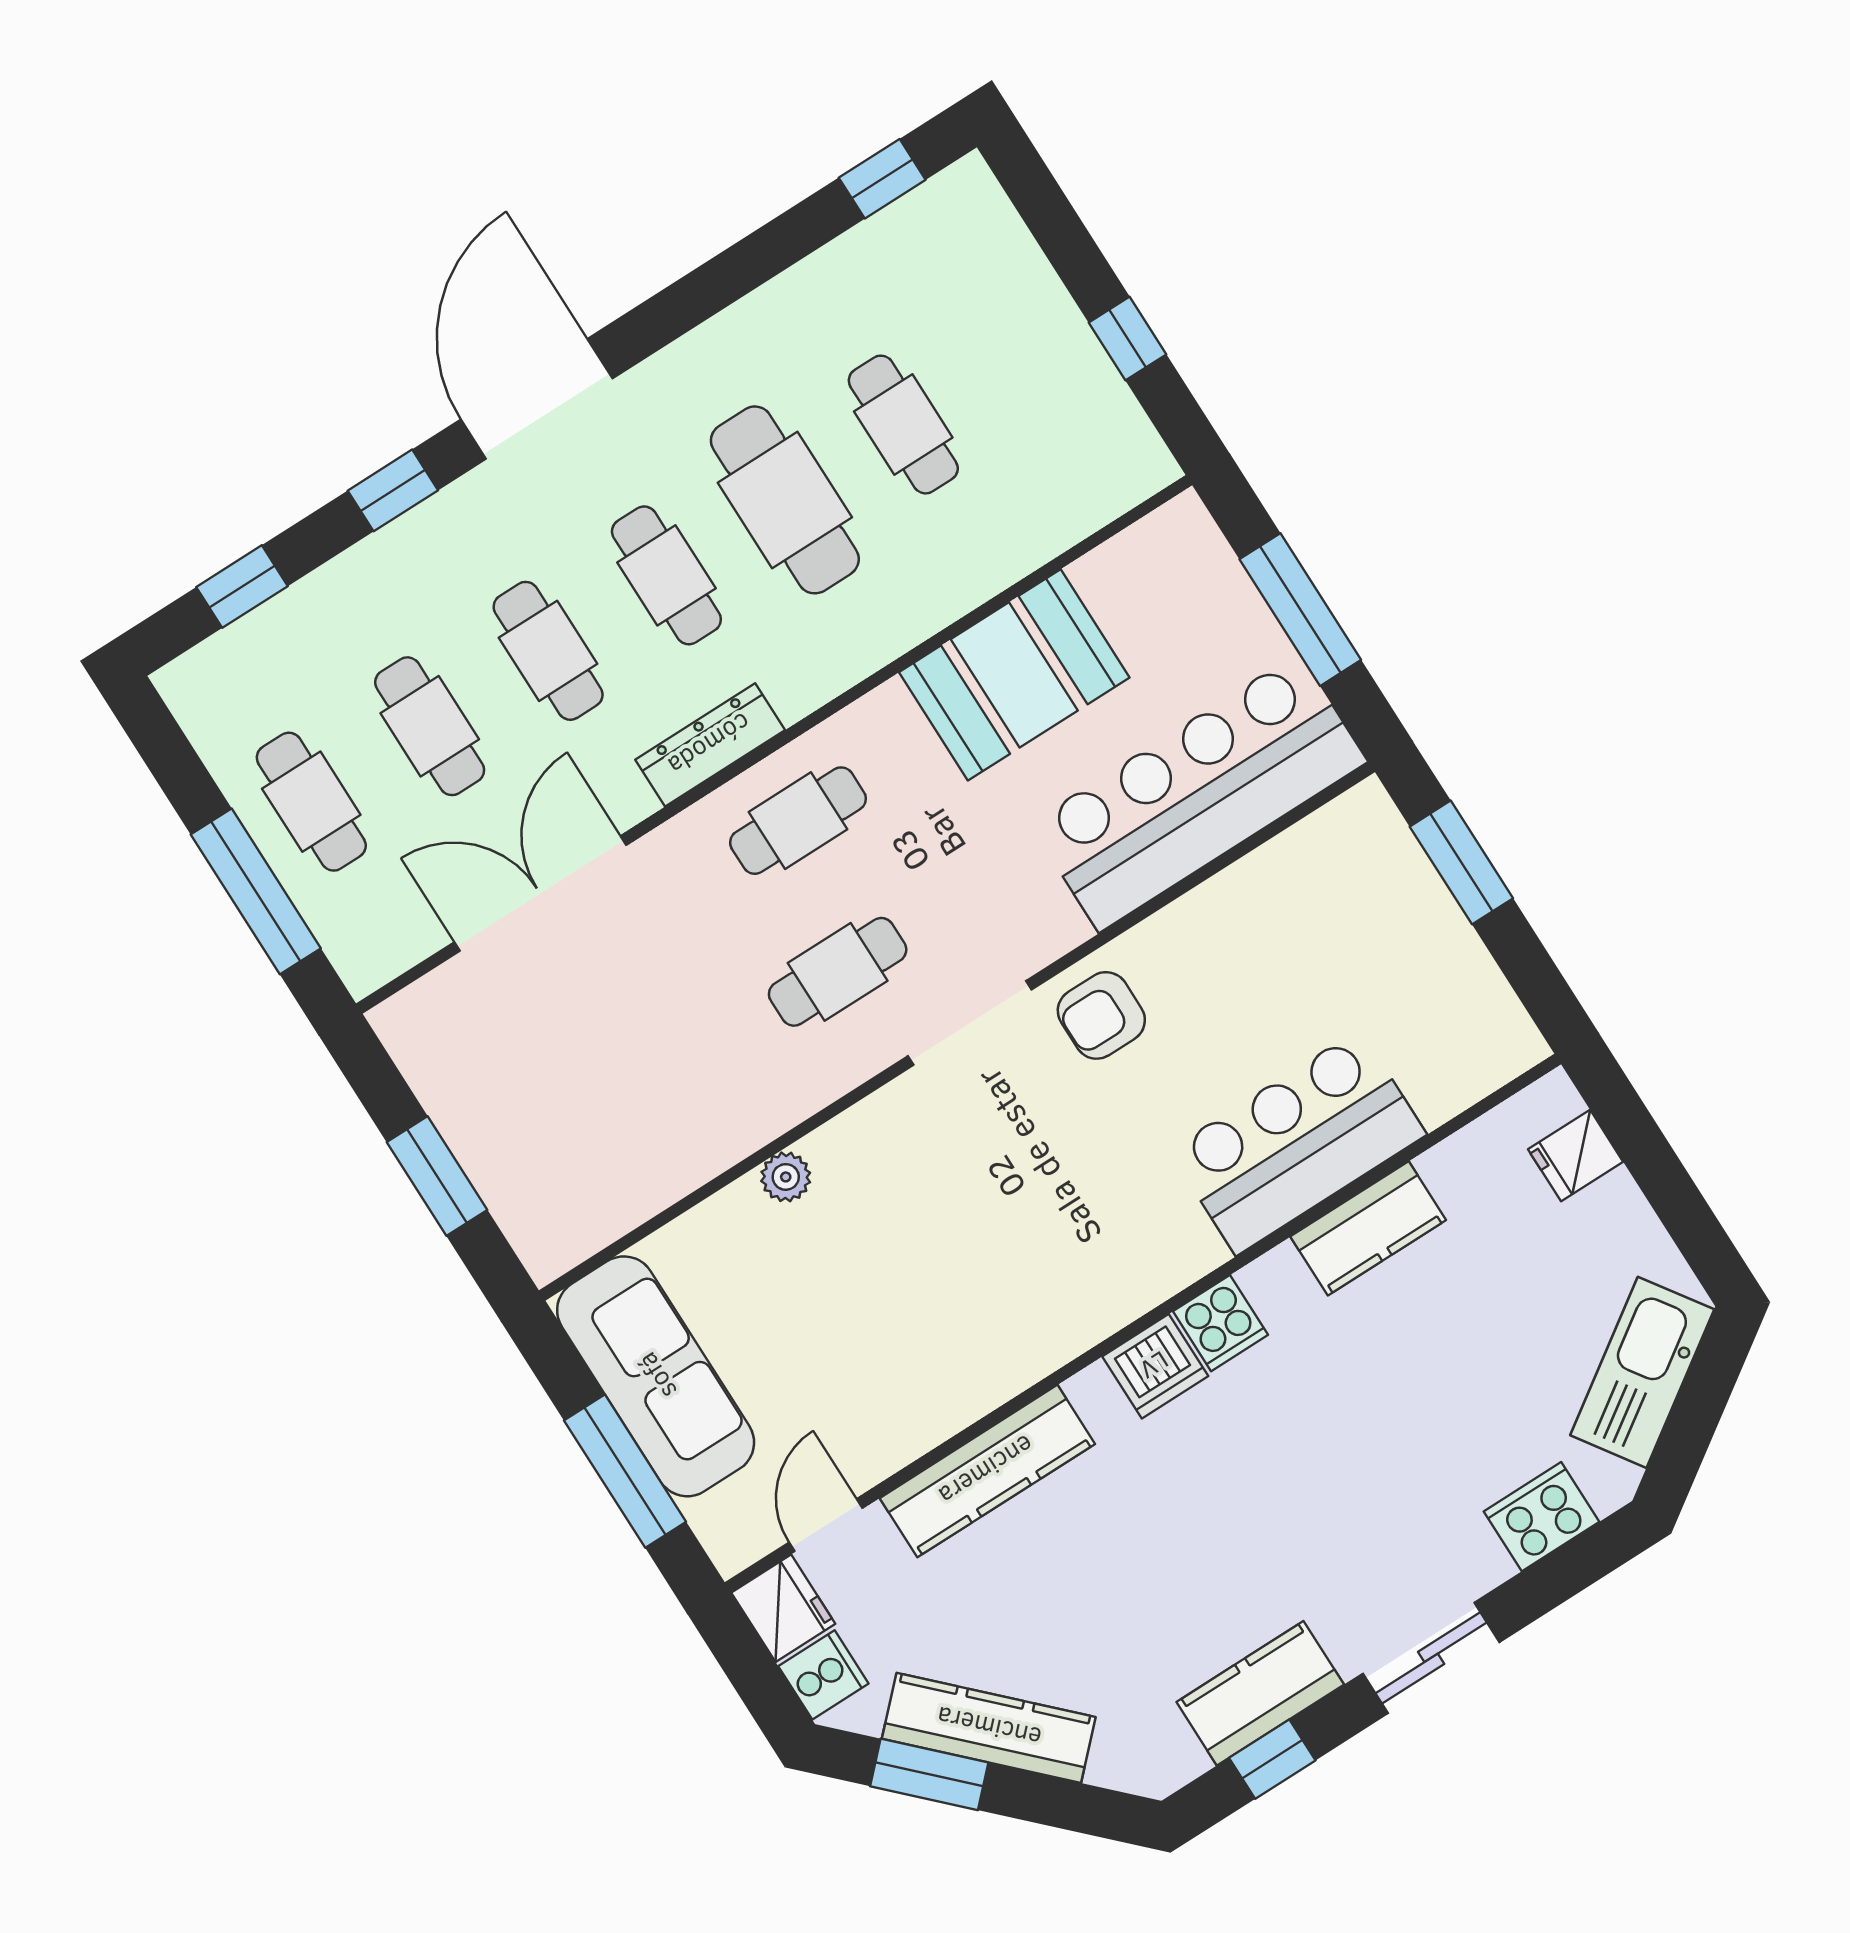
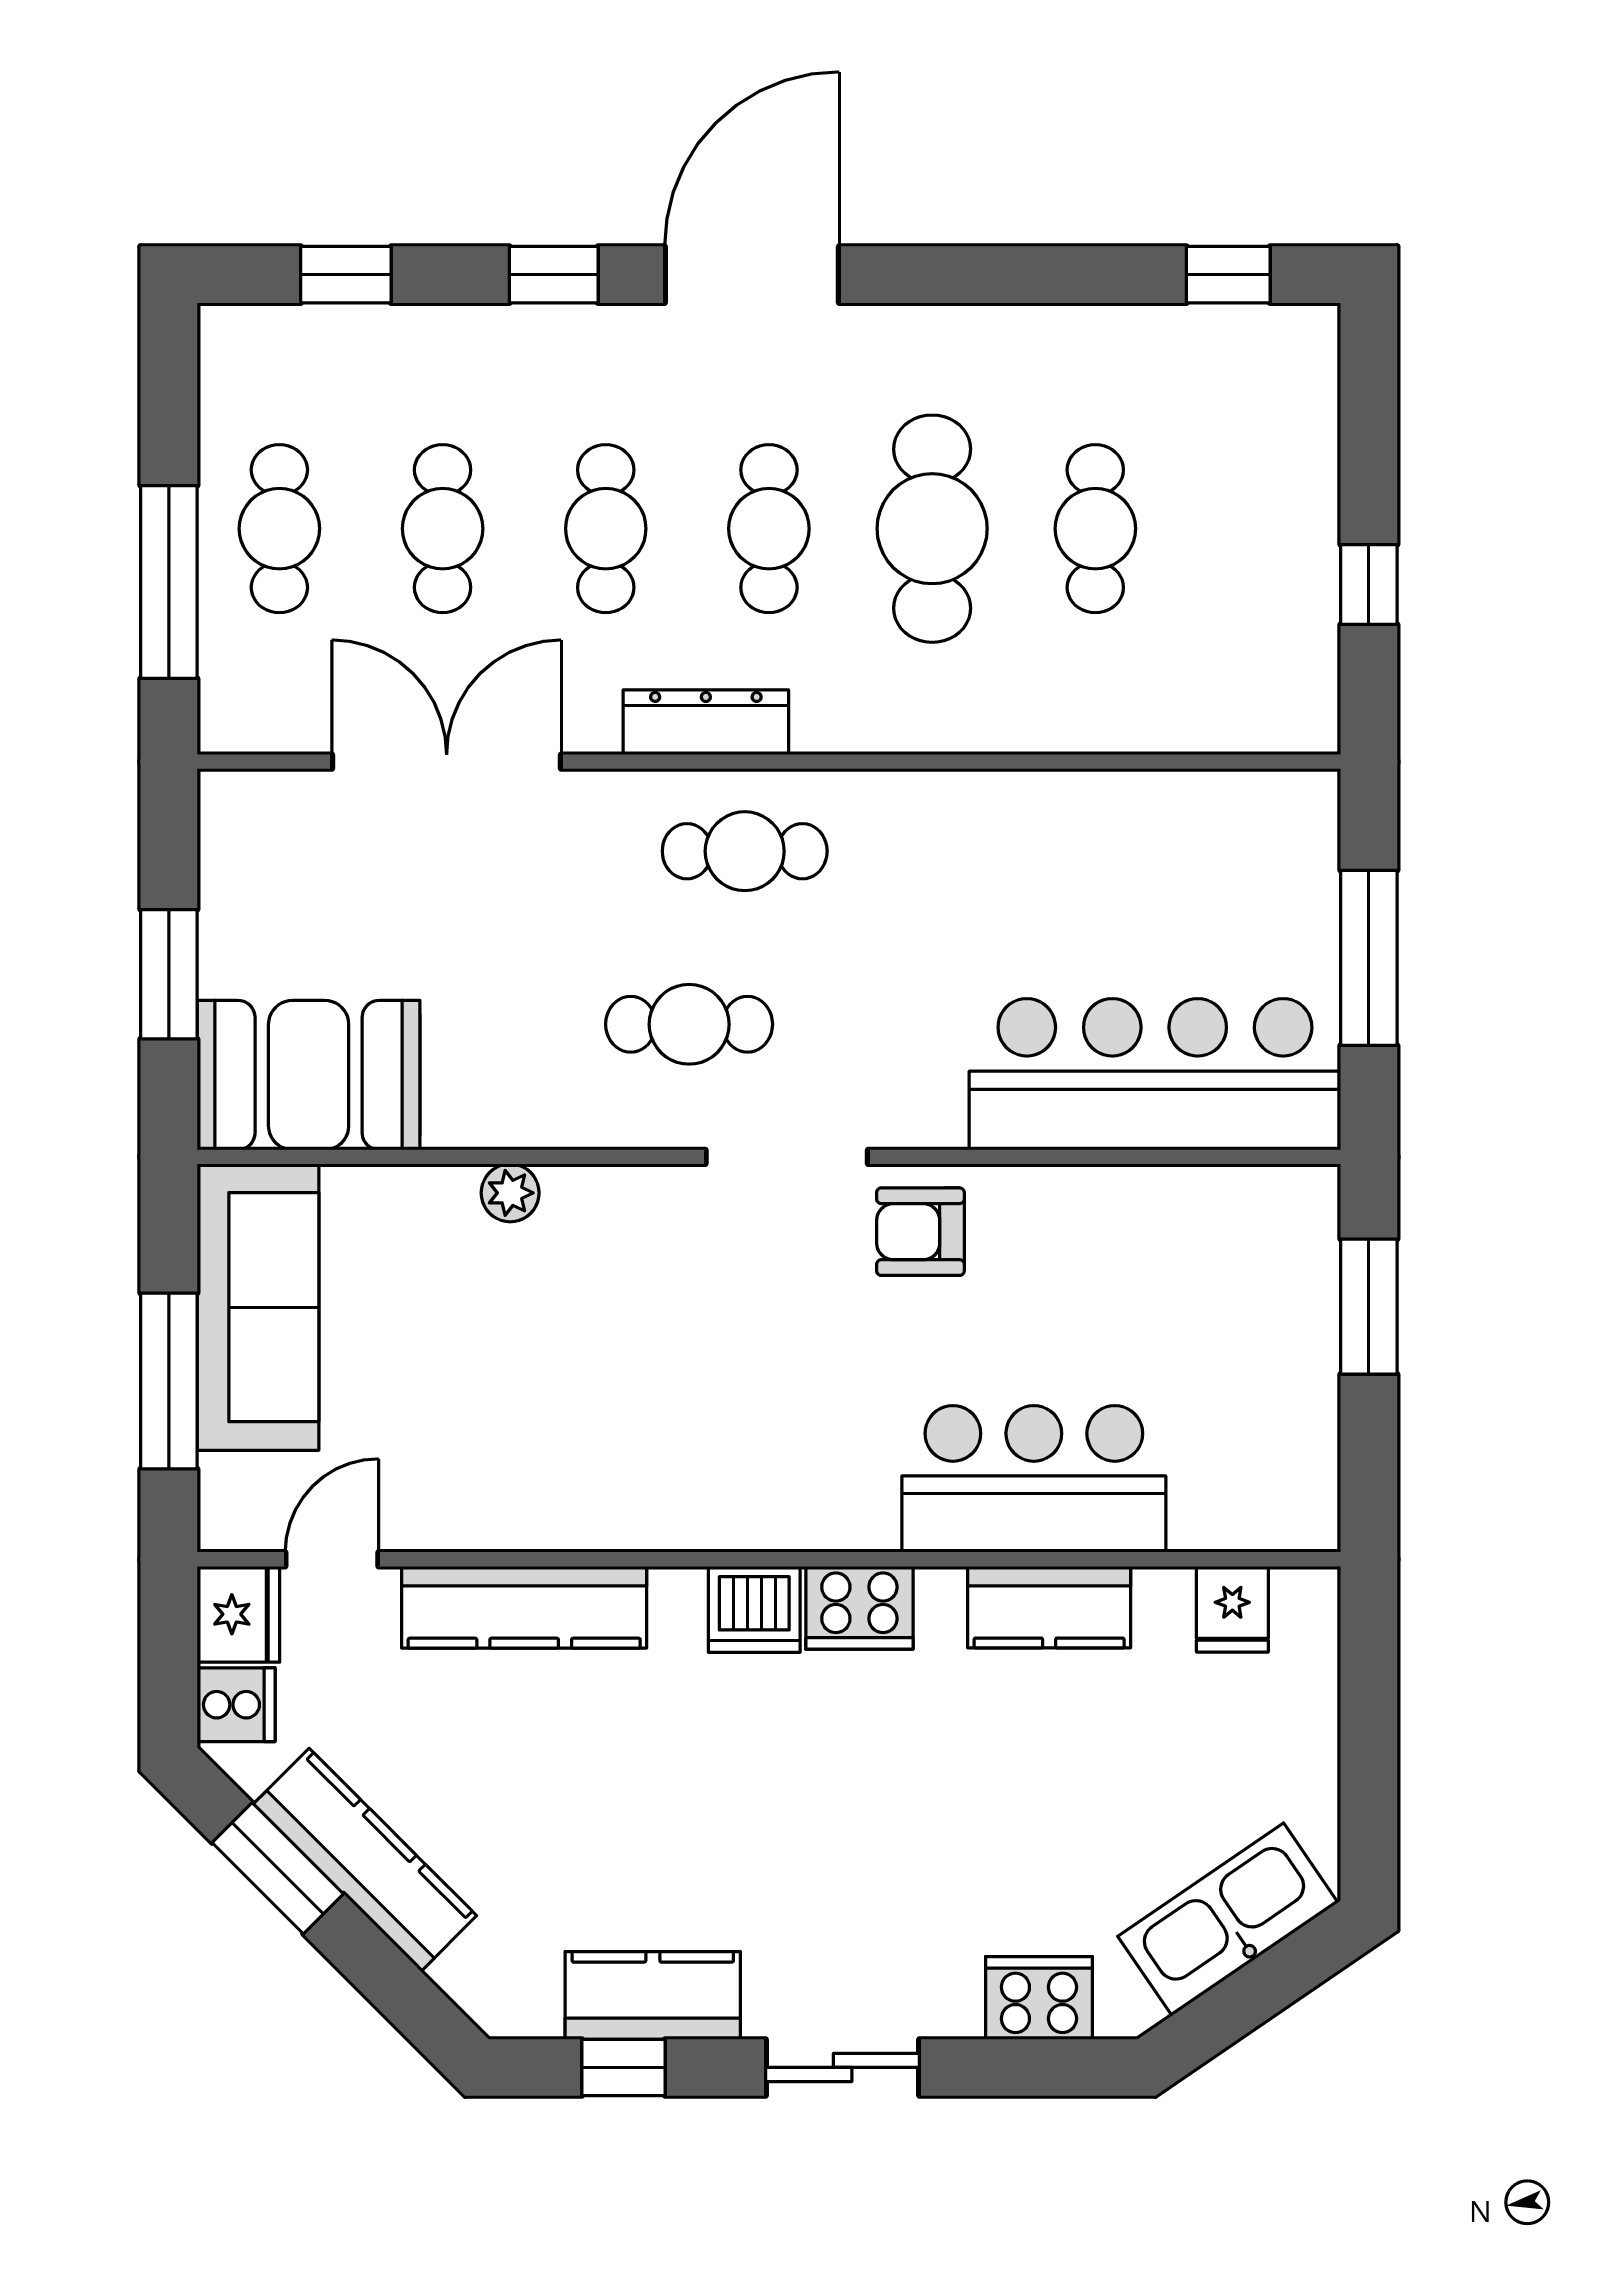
booth: (1014, 675) -> (309, 1075), moved
fridge: (1576, 1156) -> (1232, 1609), moved, turned -90
cooker: (1221, 1323) -> (859, 1608), width x1.36

